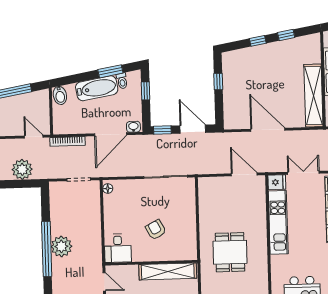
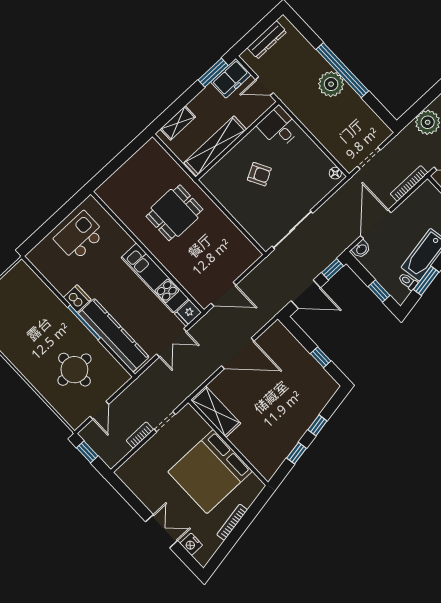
shelving: (313, 95) -> (216, 412), width x0.68
dining table: (230, 252) -> (174, 213), turned 90

